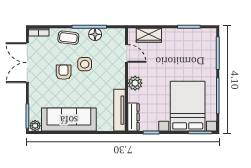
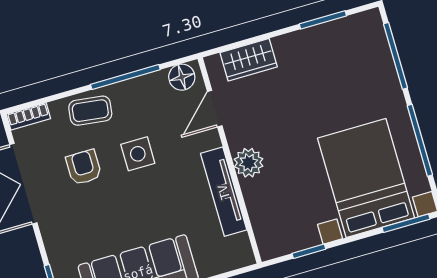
floor lamp: (95, 34) -> (182, 77), moved
door: (127, 53) -> (215, 109), swing flipped
armchair: (64, 72) -> (84, 167), moved
tv unit: (120, 110) -> (224, 192), moved
dresser: (133, 117) -> (265, 231), removed

